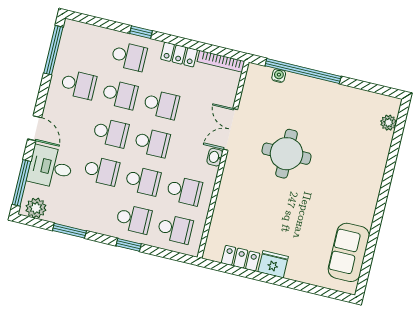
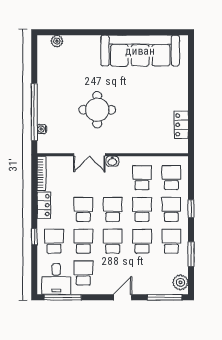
desk: (50, 167) -> (56, 279), moved
school desk: (92, 209) -> (171, 241), added
sofa: (349, 252) -> (140, 51), width x1.85, depth x1.27
fridge: (273, 264) -> (180, 100), removed

